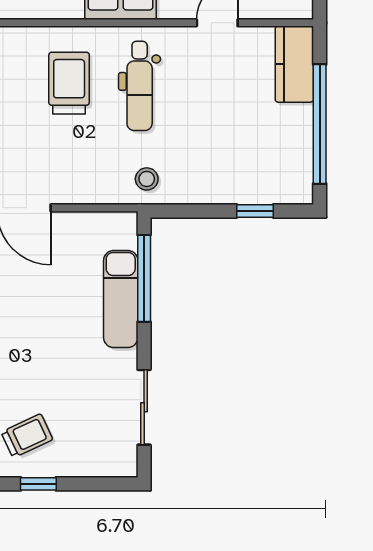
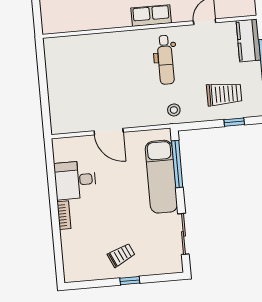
trolley: (69, 83) -> (224, 94), moved, turned 90
exam couch: (121, 299) -> (161, 177), width x1.36, depth x1.45

